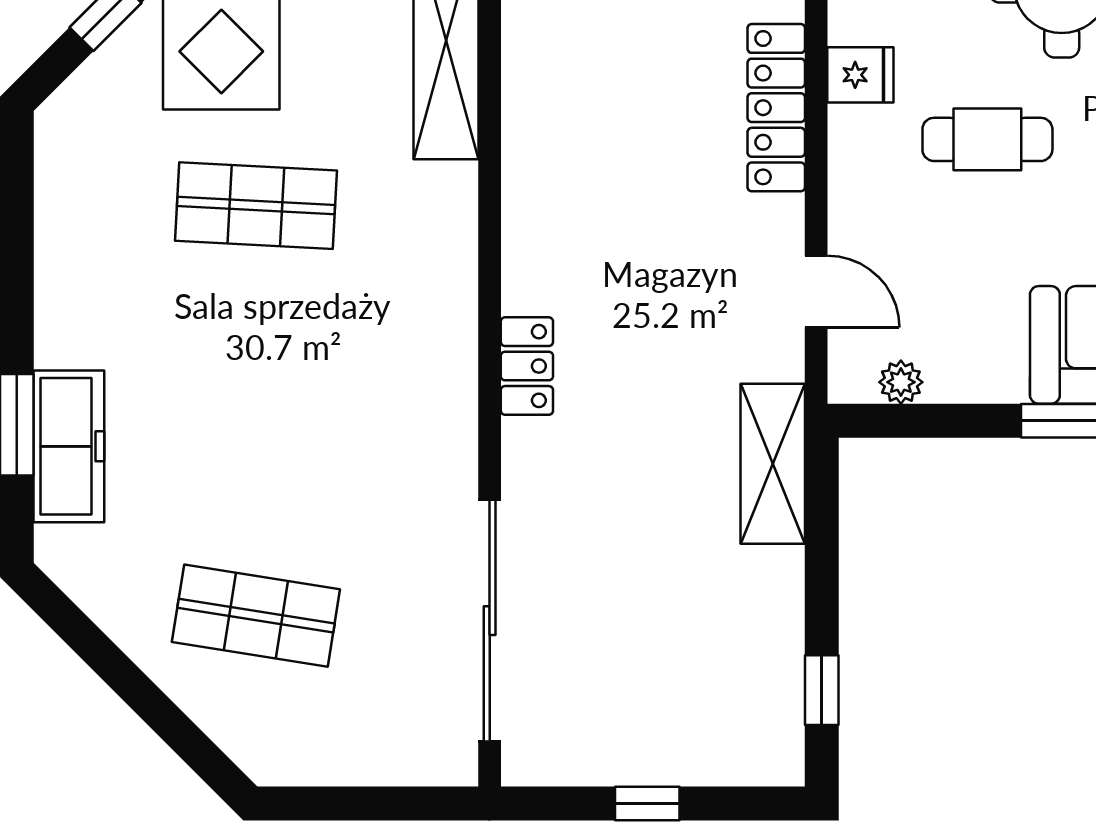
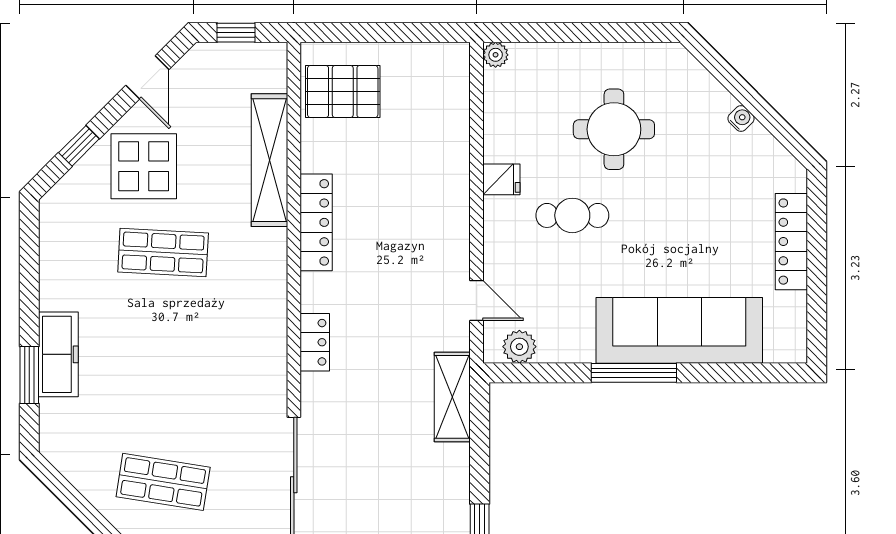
locker: (776, 108) -> (316, 222), moved, turned 180
plant: (901, 382) -> (519, 347), width x1.38, depth x1.38
freezer: (69, 446) -> (58, 354), moved

